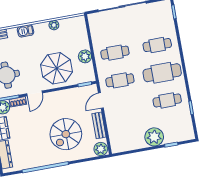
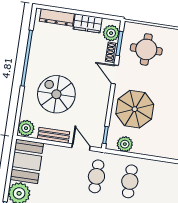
plant: (85, 56) -> (125, 144), moved
booth: (127, 139) -> (27, 161), added

